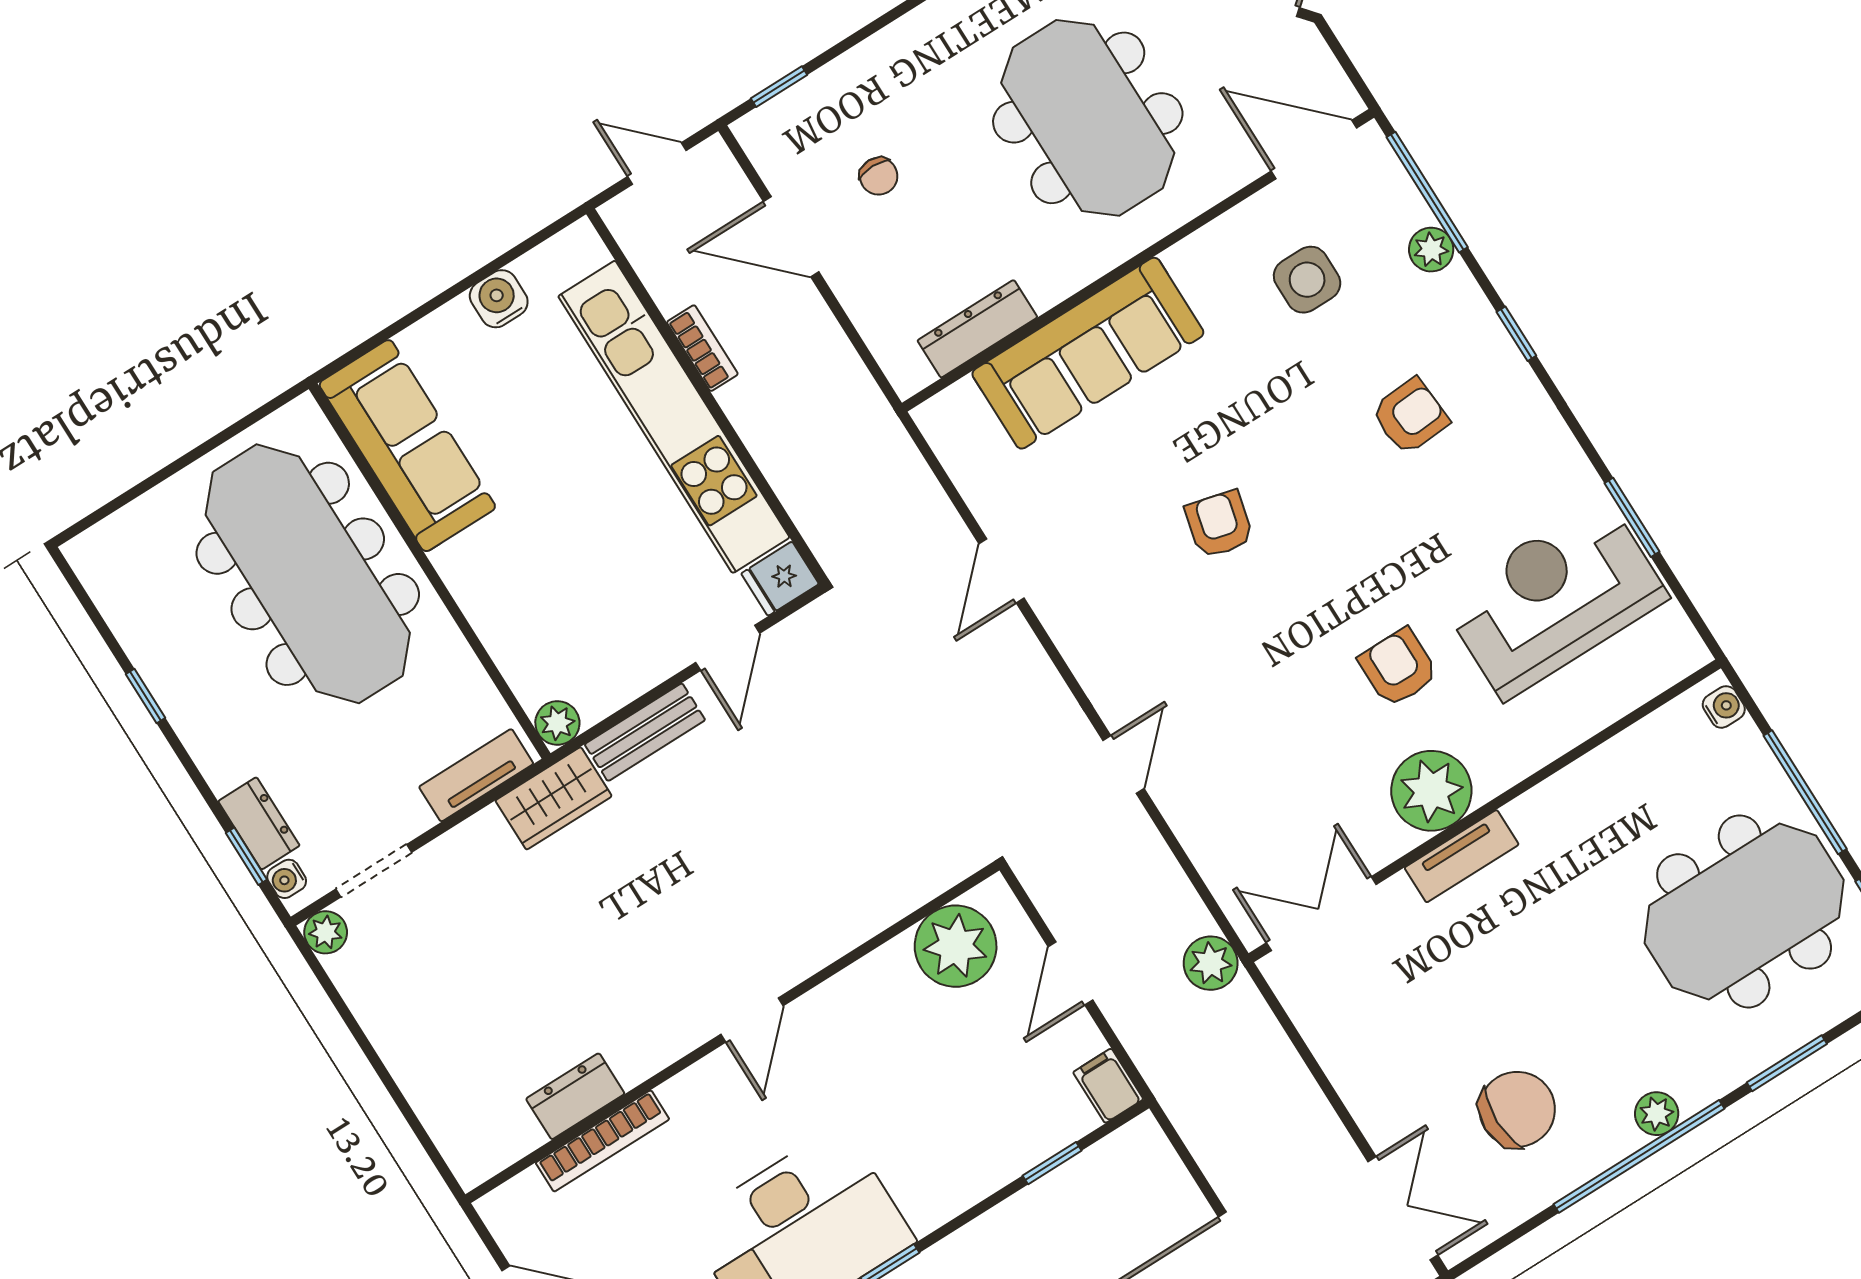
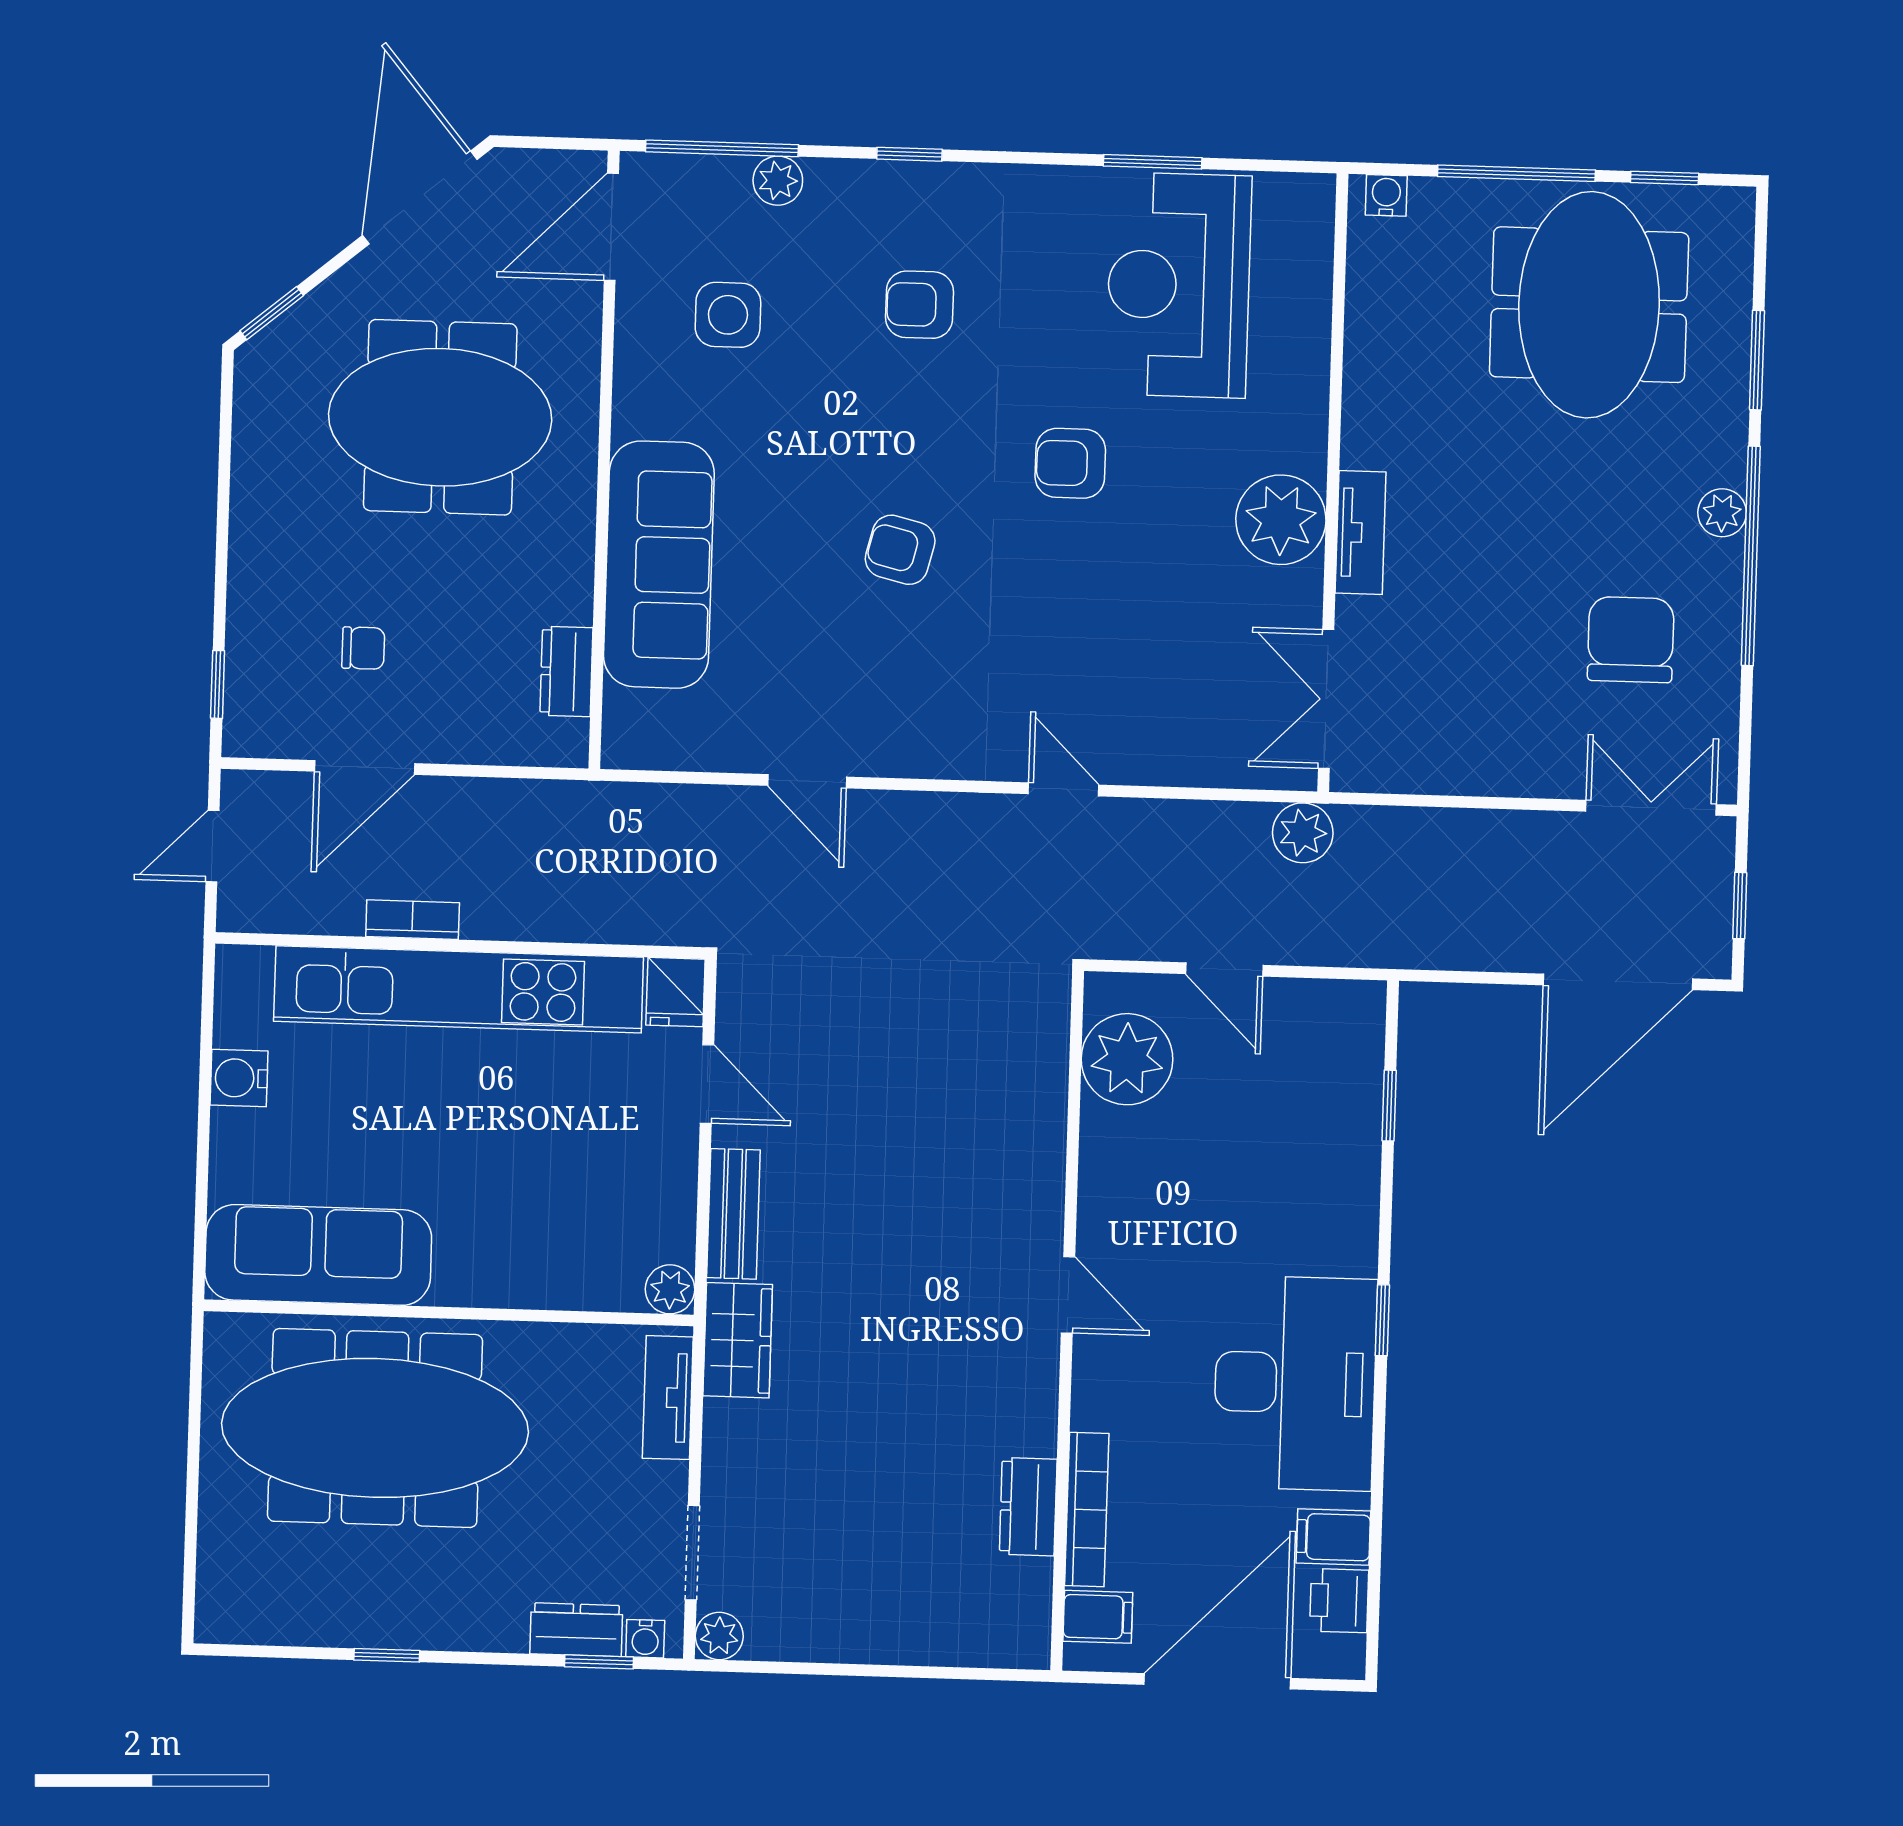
dresser: (977, 329) -> (566, 672), width x0.70
armchair: (1410, 416) -> (920, 305), turned -86
armchair: (1398, 667) -> (1070, 463), moved
filing cabinet: (1108, 1086) -> (1098, 1617), moved, turned 180

